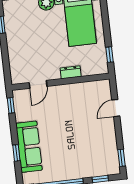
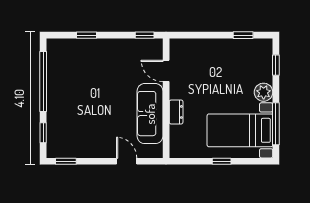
window: (110, 55) -> (222, 161), moved
sofa: (29, 147) -> (150, 114), moved, turned 90

